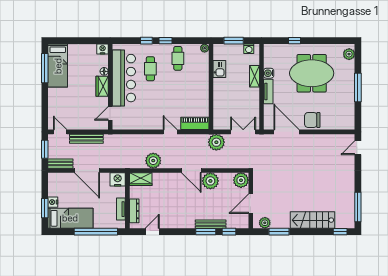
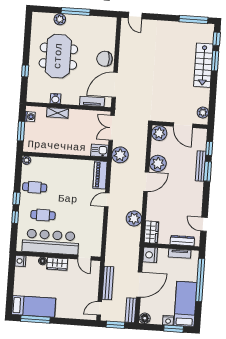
plant: (349, 54) -> (60, 19), moved
kitchen sink: (219, 69) -> (100, 151), moved
tv unit: (268, 91) -> (92, 101), moved
chair: (312, 120) -> (105, 59), turned 90
floor lamp: (53, 178) -> (145, 318), added
window: (279, 232) -> (215, 61), moved

